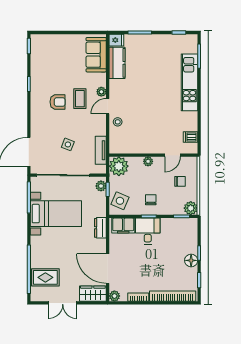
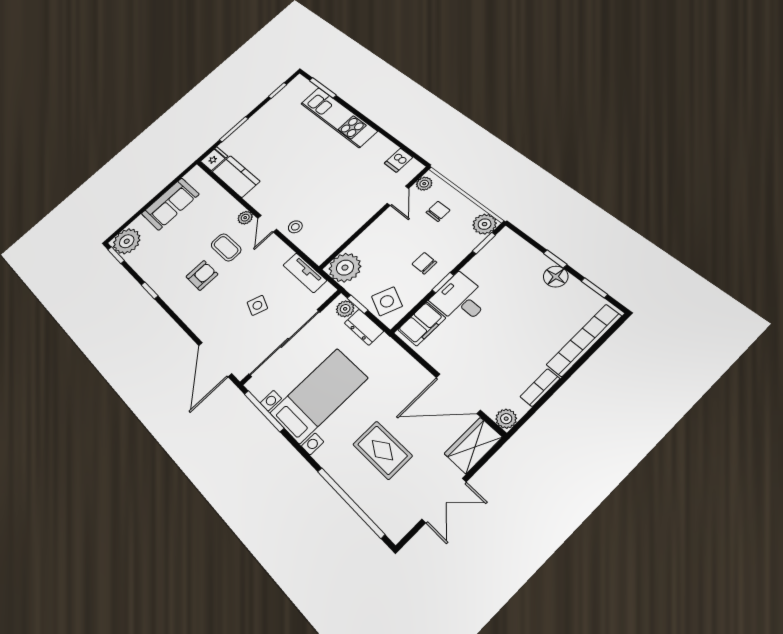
plant: (40, 43) -> (127, 241), added
sofa: (96, 55) -> (170, 204), moved, turned -90
plant: (148, 161) -> (424, 184), moved
dresser: (100, 228) -> (364, 327), moved
rug: (45, 277) -> (382, 450), moved, turned 90

